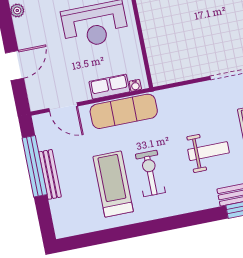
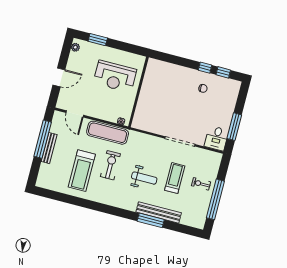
row of seats: (109, 87) -> (106, 115), removed
exercise bike: (150, 173) -> (110, 165), moved
treadmill: (113, 184) -> (82, 171), turned 180

